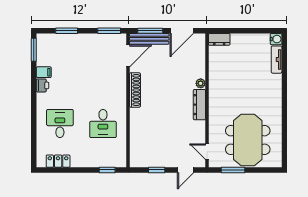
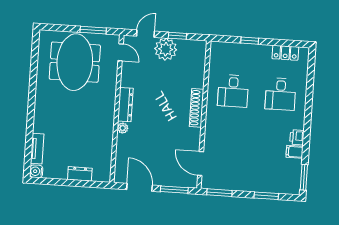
door: (182, 31) -> (140, 187), hinge flipped
bench: (149, 39) -> (176, 181), removed
dresser: (219, 39) -> (80, 174), moved
door: (128, 56) -> (201, 164), hinge flipped
shoe rack: (135, 90) -> (197, 108), moved
desk: (103, 123) -> (233, 91), turned 180
plant: (166, 157) -> (166, 49), added
window: (107, 170) -> (250, 41), moved

